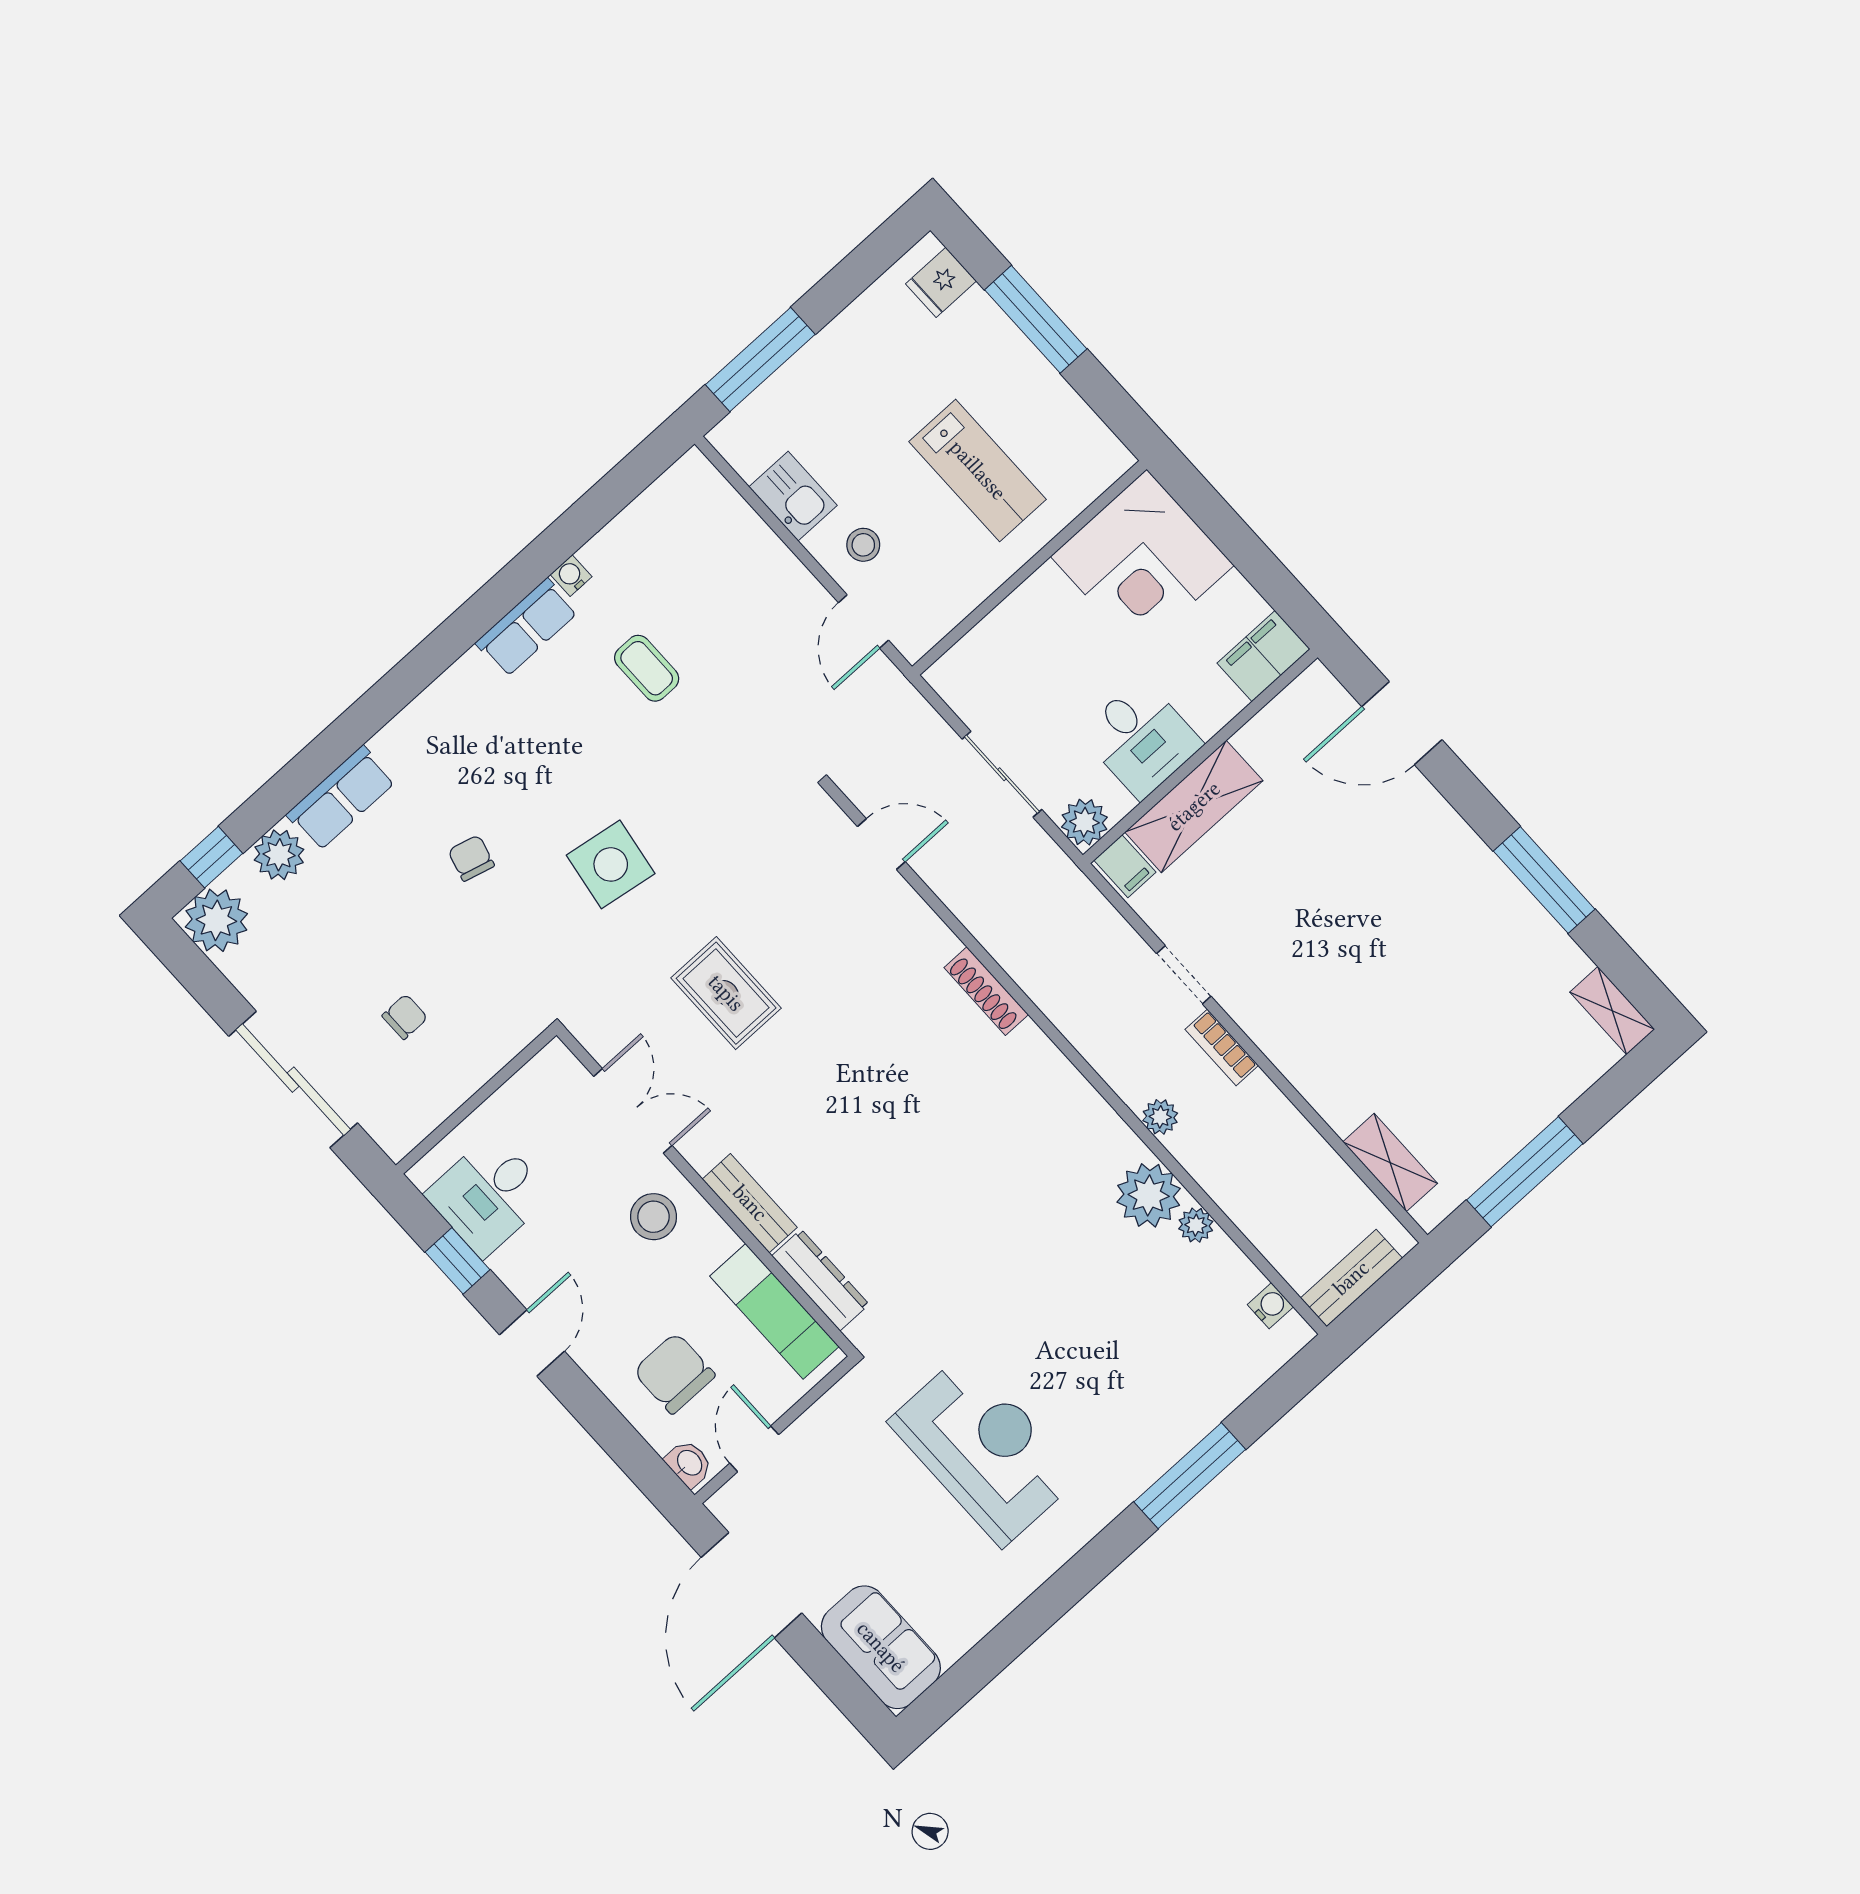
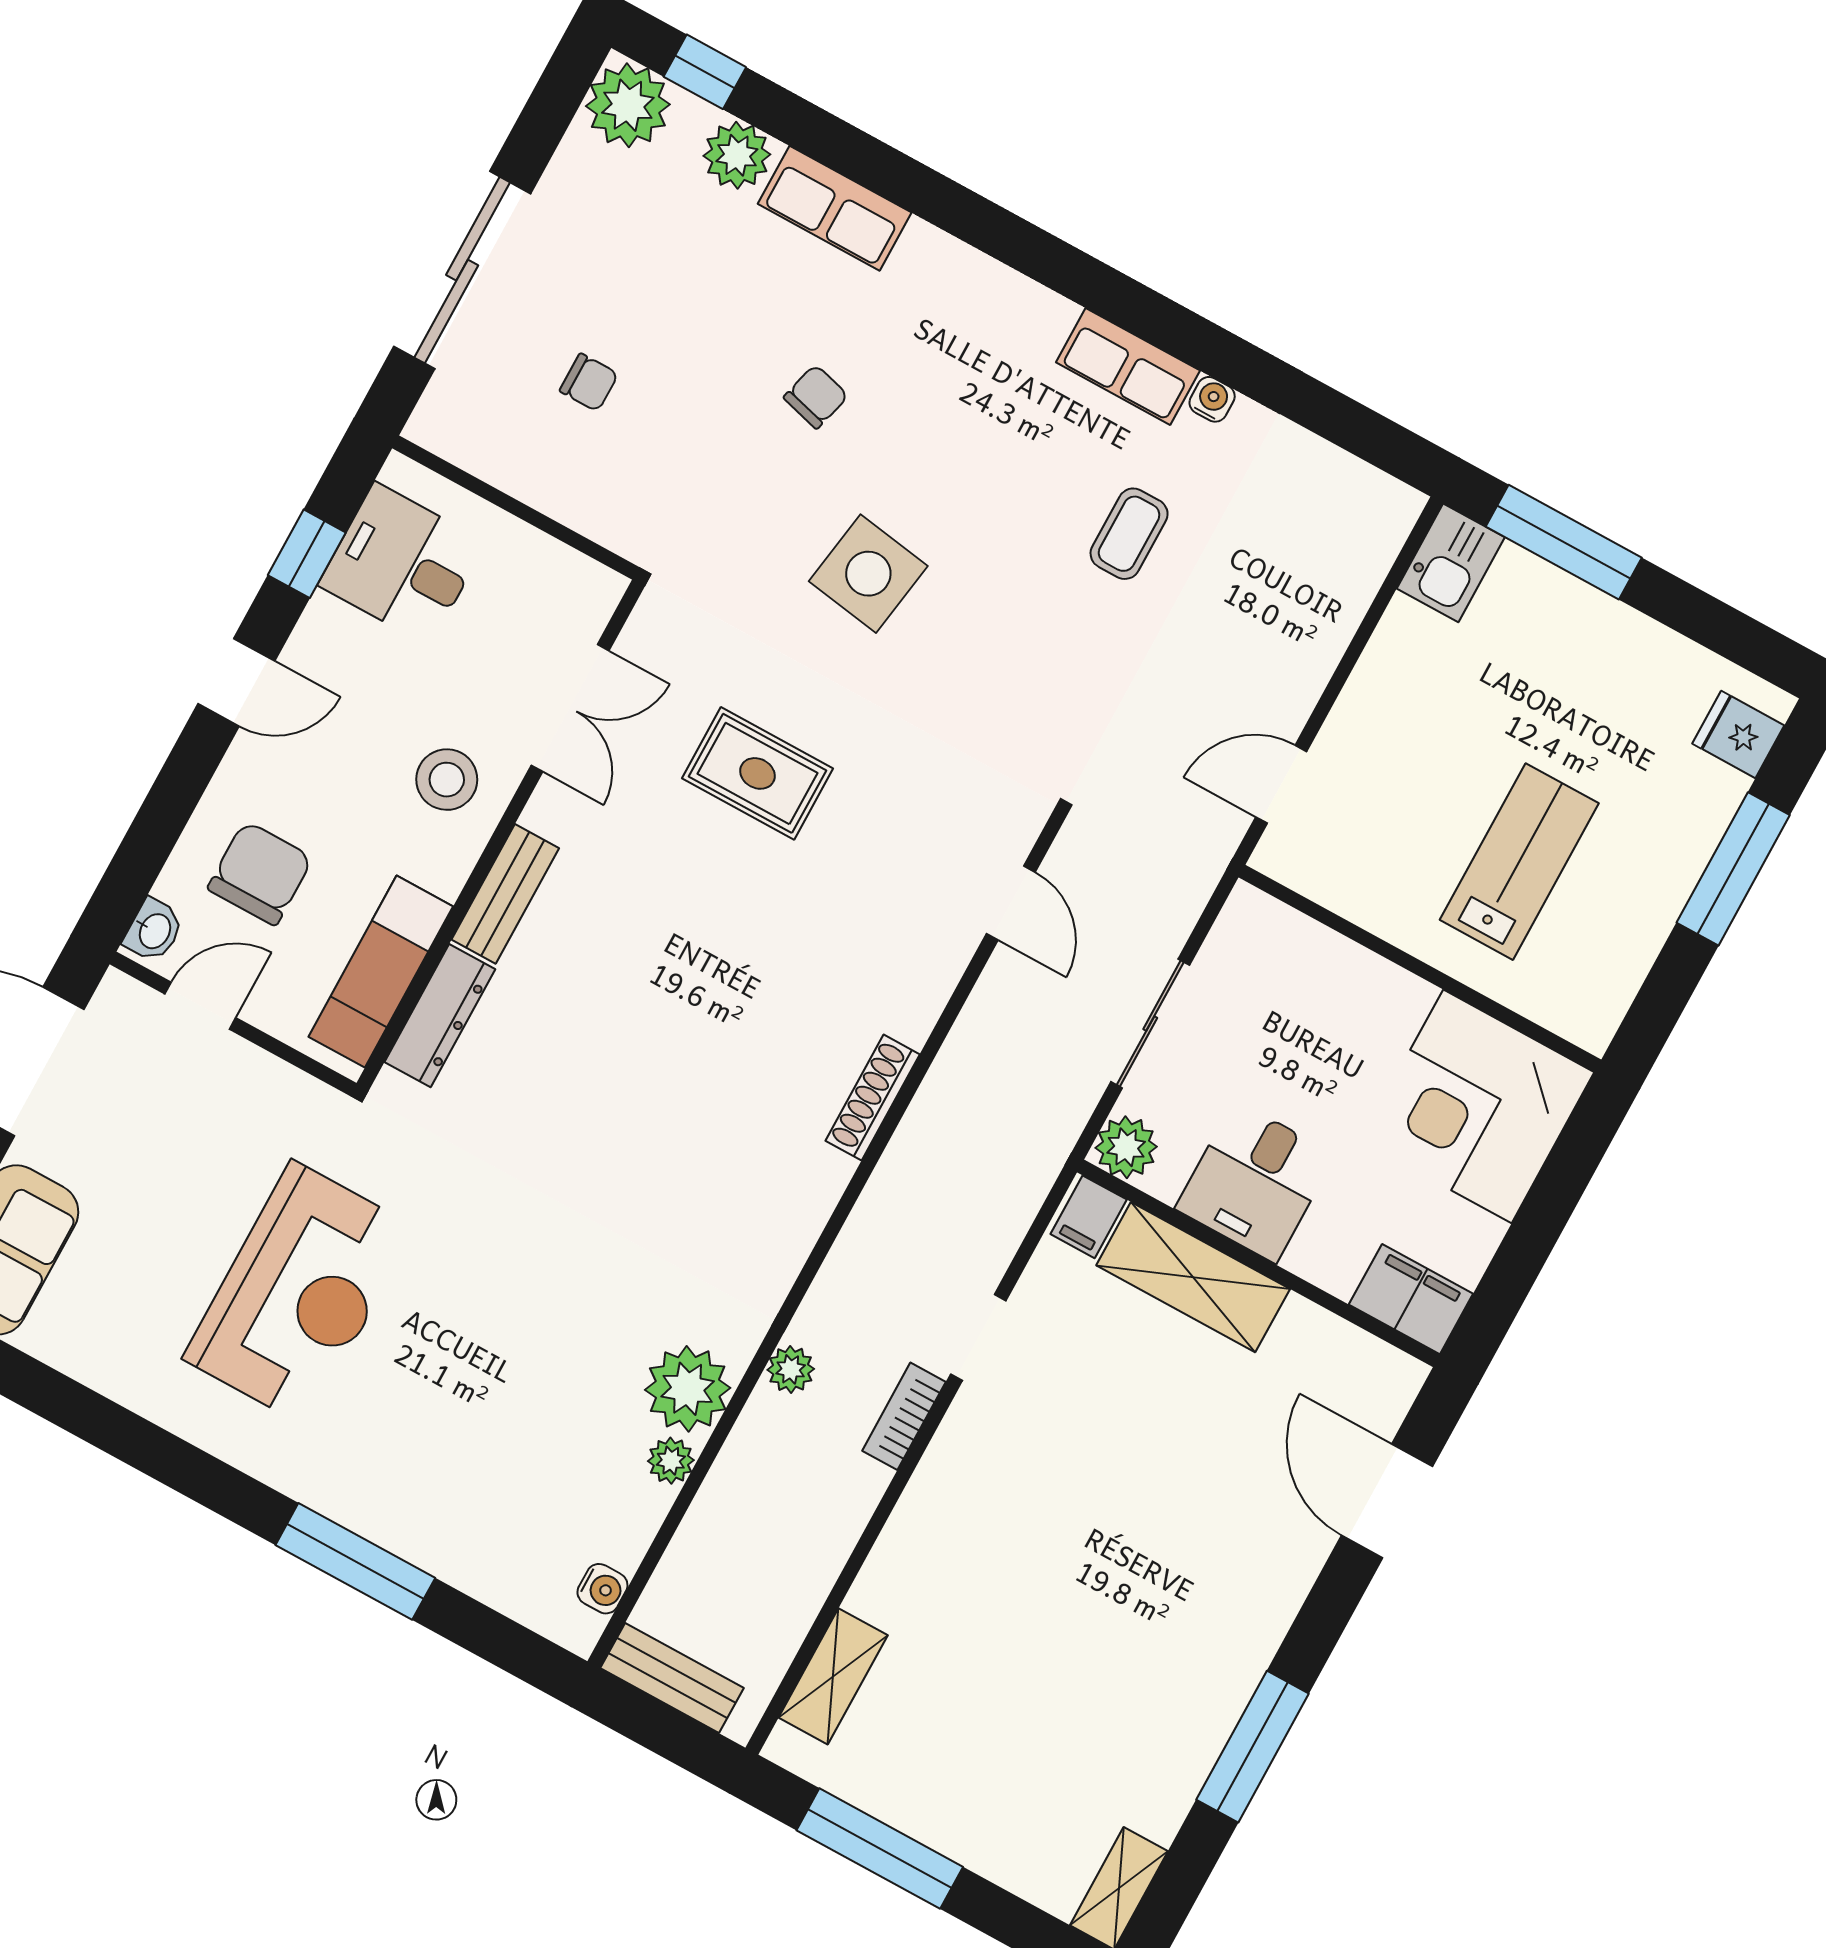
lab bench: (978, 470) -> (1519, 862), turned 180
kitchen sink: (793, 496) -> (1451, 563), moved
stool: (863, 545) -> (1377, 751), removed
rug: (726, 993) -> (758, 773), turned 90

